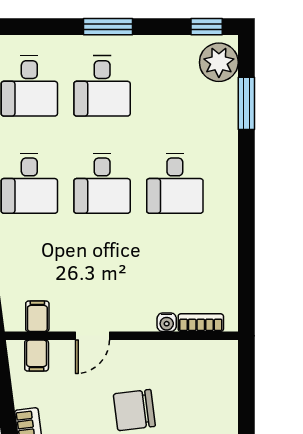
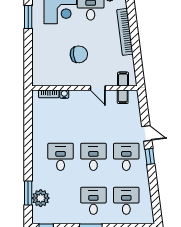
plant: (219, 62) -> (41, 198), moved
door: (92, 336) -> (98, 88), swing flipped

